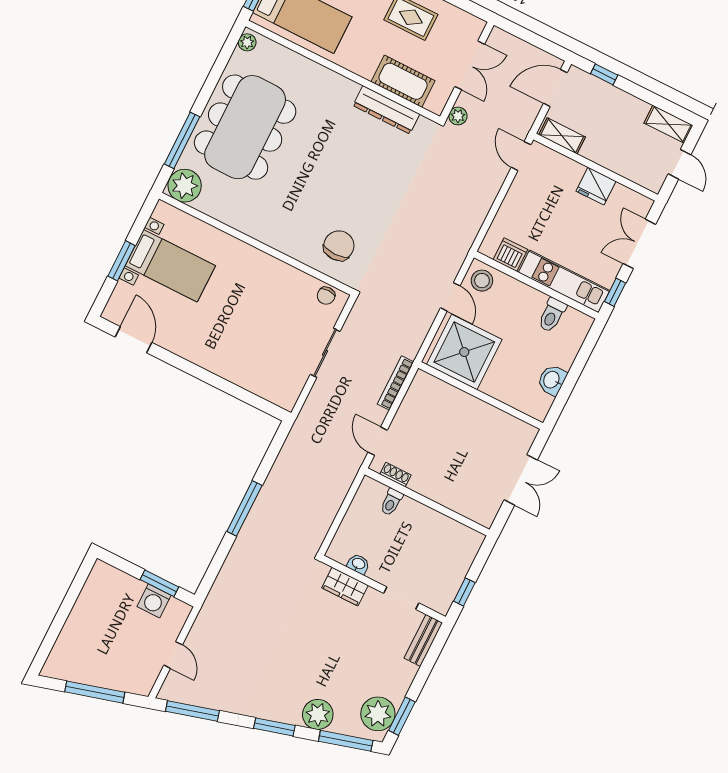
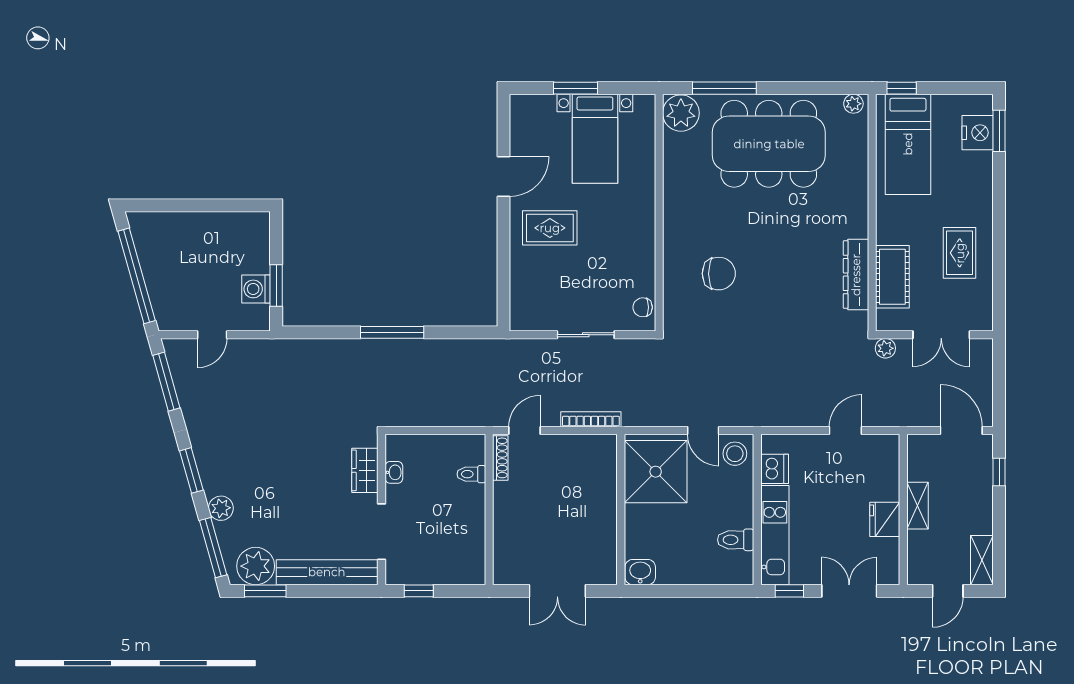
shelving: (562, 136) -> (917, 506), moved
door: (521, 156) -> (845, 430), moved
chair: (339, 246) -> (719, 274), moved
door: (450, 297) -> (703, 430), hinge flipped
rug: (224, 338) -> (550, 228), added
door: (134, 340) -> (504, 177), moved
washbasin: (552, 380) -> (640, 572), moved
shoe rack: (395, 475) -> (500, 458), width x1.43
doorway: (401, 598) -> (381, 532), width x1.38
bench: (423, 640) -> (327, 572), width x1.86, depth x1.21
window: (95, 692) -> (137, 276), width x1.46
plant: (318, 714) -> (221, 508), width x0.73, depth x0.73

